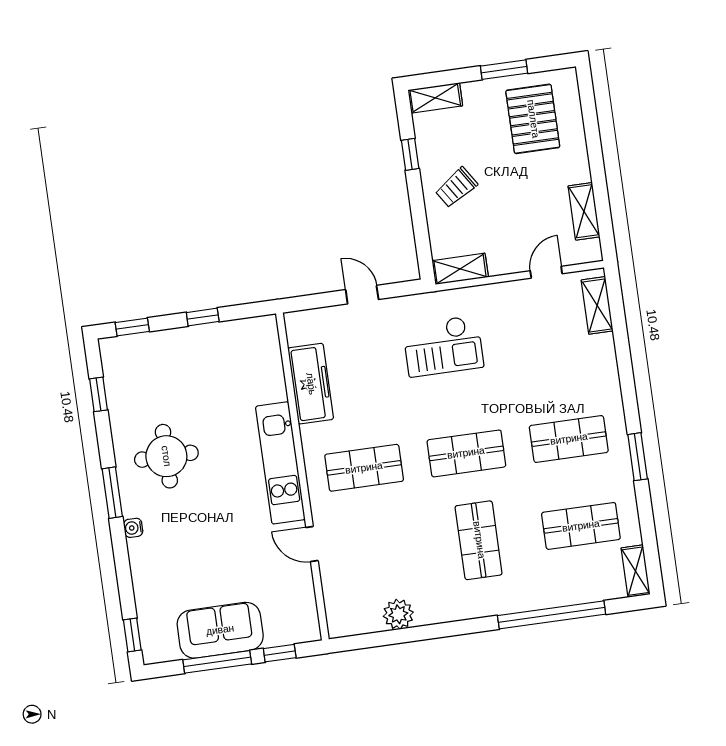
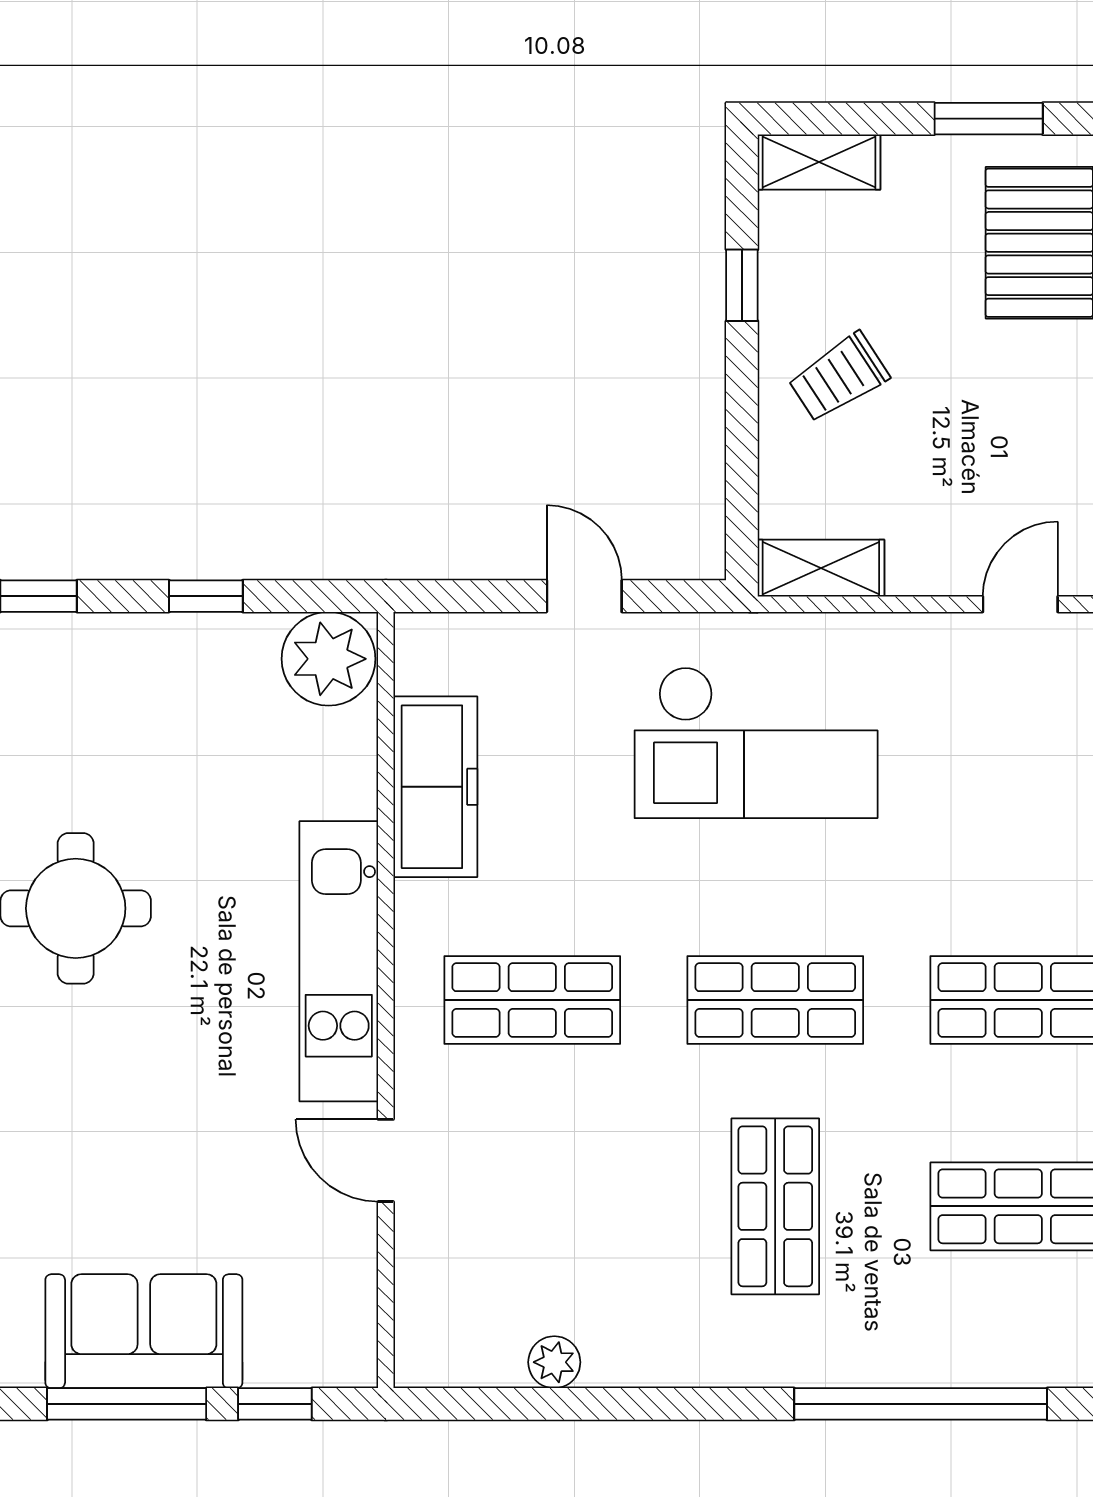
plant: (258, 336) -> (329, 659), added
checkout: (443, 346) -> (756, 742), width x1.36, depth x1.21
plant: (398, 614) -> (554, 1362), width x0.73, depth x0.73

